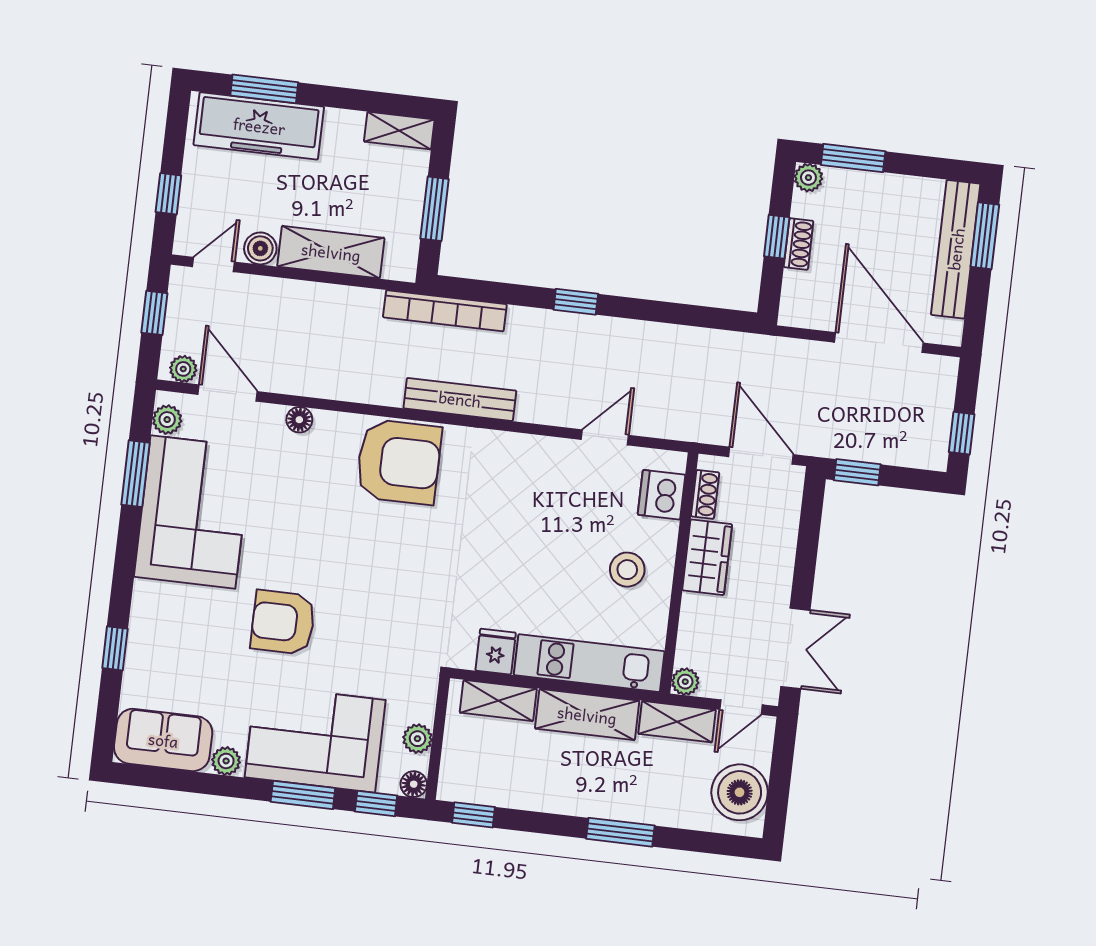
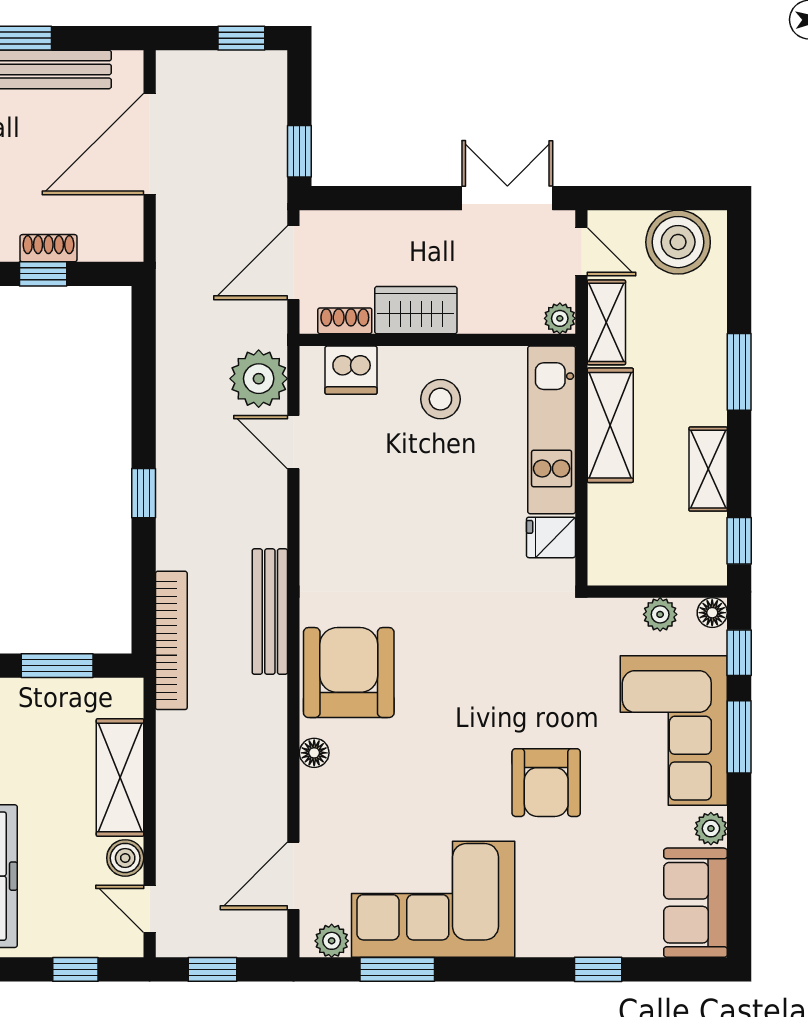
plant: (183, 369) -> (259, 379), moved, width x1.88, depth x1.88
floor lamp: (299, 420) -> (314, 753), moved
shelving: (498, 701) -> (708, 469), moved

